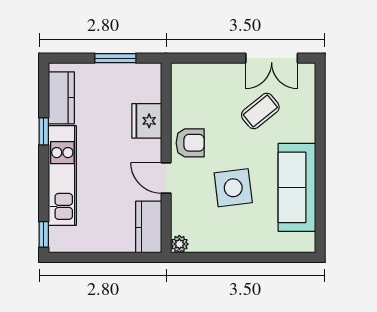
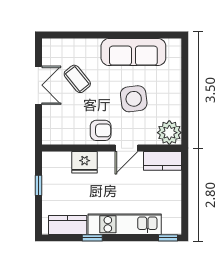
window: (115, 58) -> (38, 185), width x0.67
double door: (272, 58) -> (38, 85), moved
armchair: (190, 143) -> (101, 130), turned 90
plant: (179, 244) -> (169, 133), width x1.88, depth x1.88

